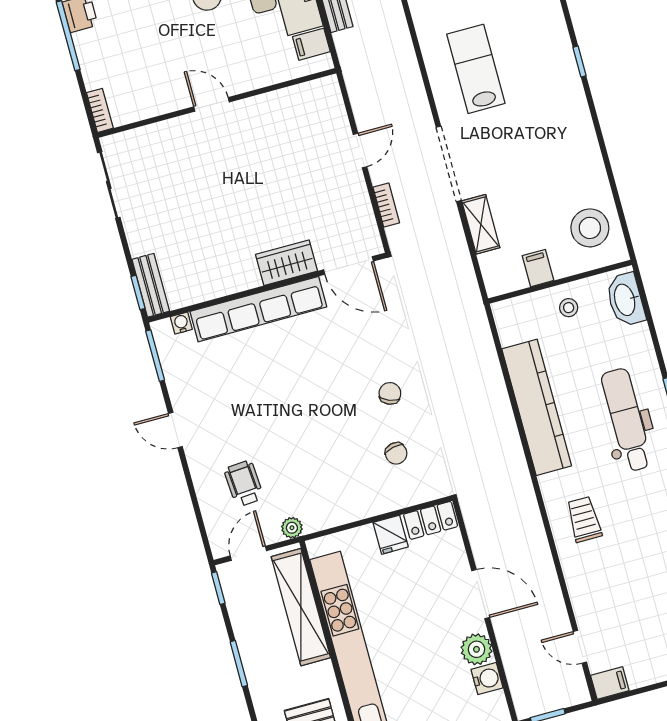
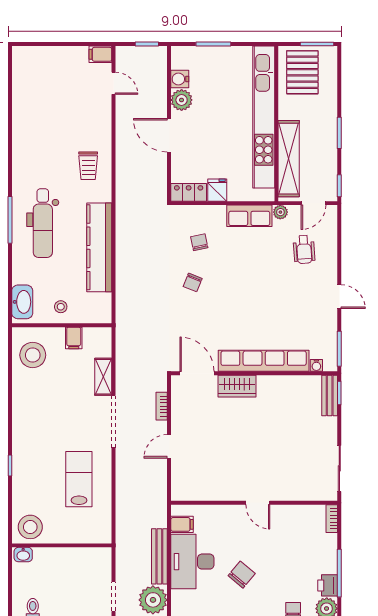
lab bench: (476, 69) -> (79, 479), turned 180
row of seats: (335, 510) -> (249, 216), added

